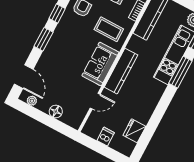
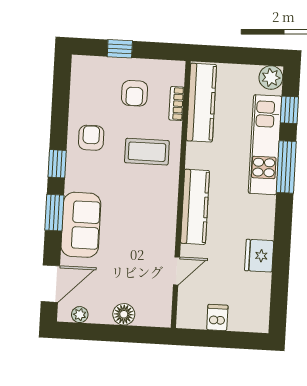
sofa: (100, 64) -> (81, 225), moved, turned 180
door: (24, 77) -> (50, 284), hinge flipped
fridge: (134, 131) -> (259, 256), moved

